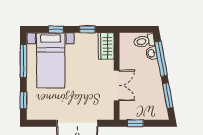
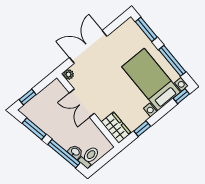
window: (56, 29) -> (181, 96), moved
window: (23, 101) -> (146, 29), width x1.50
plant: (109, 115) -> (68, 74), added
window: (135, 123) -> (28, 97), moved

